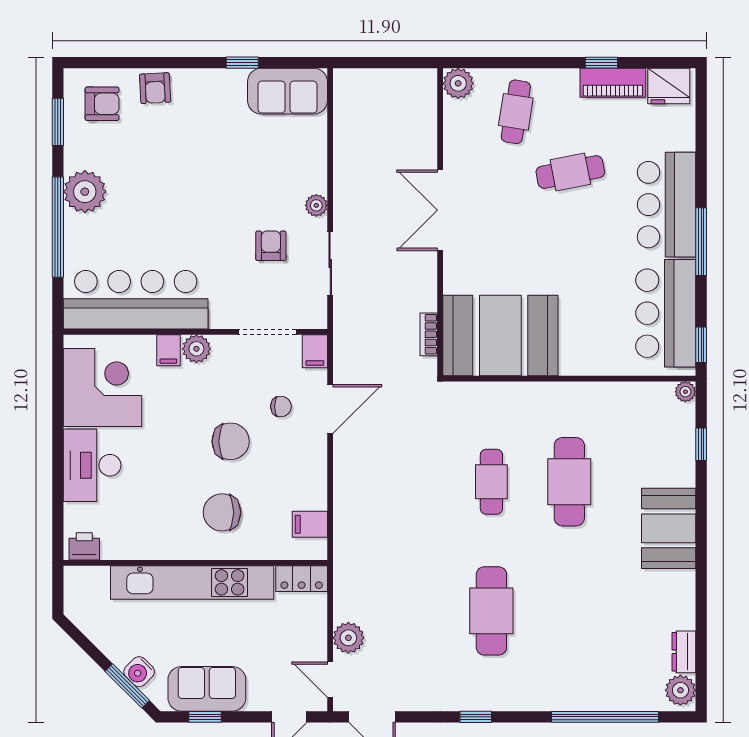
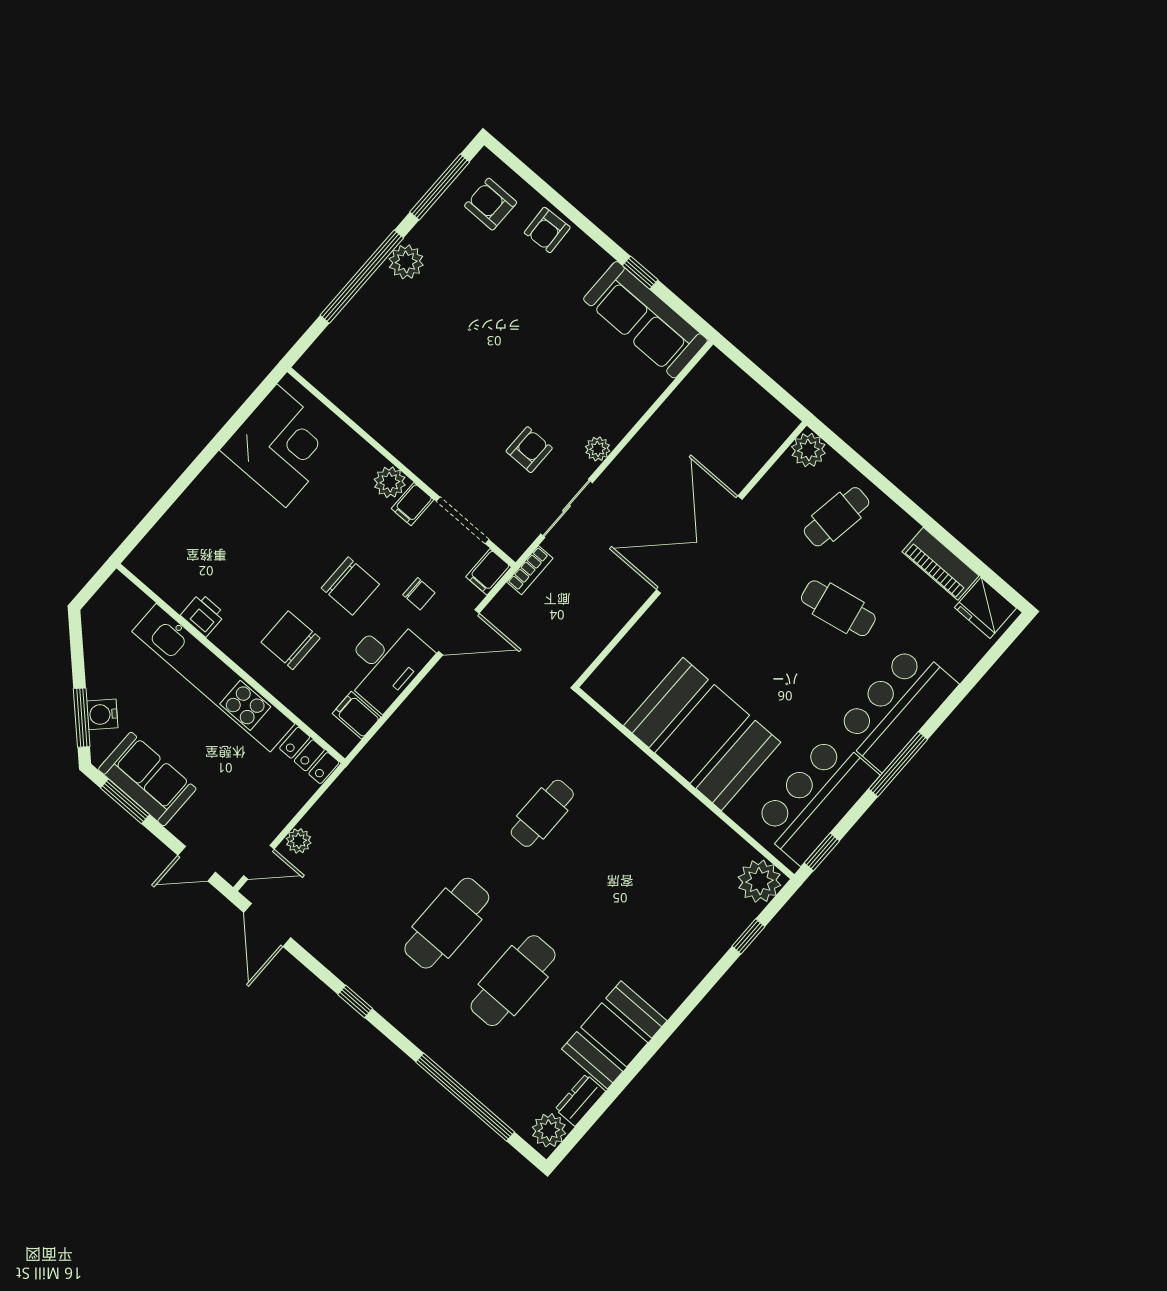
window: (601, 63) -> (946, 538), removed
sofa: (288, 91) -> (645, 320), width x1.36
armchair: (102, 104) -> (491, 204), turned 180
window: (58, 122) -> (440, 187), width x1.44
plant: (85, 192) -> (406, 262), width x0.73, depth x0.73
double door: (440, 210) -> (699, 545), width x1.36
bar counter: (136, 300) -> (374, 396), removed
bookcase: (429, 334) -> (530, 570), moved, turned 180
booth: (500, 336) -> (702, 734), moved
filing cabinet: (168, 350) -> (412, 504), moved
plant: (685, 392) -> (759, 881), width x1.88, depth x1.88
desk: (92, 465) -> (385, 663), moved, turned 180
cafe table: (569, 482) -> (513, 981), moved
booth: (669, 528) -> (614, 1035), moved
printer: (84, 546) -> (203, 615), moved
plant: (348, 638) -> (299, 841), width x0.73, depth x0.73
door: (330, 680) -> (259, 862), swing flipped
window: (205, 717) -> (125, 801), width x1.50

